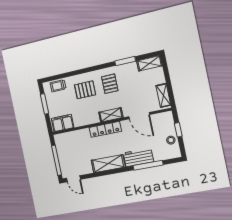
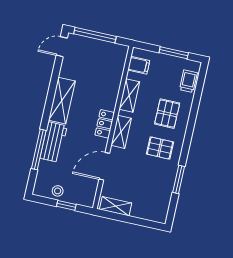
shelving: (149, 63) -> (129, 95), moved
filing cabinet: (63, 123) -> (139, 65), width x0.50
locker: (105, 129) -> (105, 124), width x0.66

